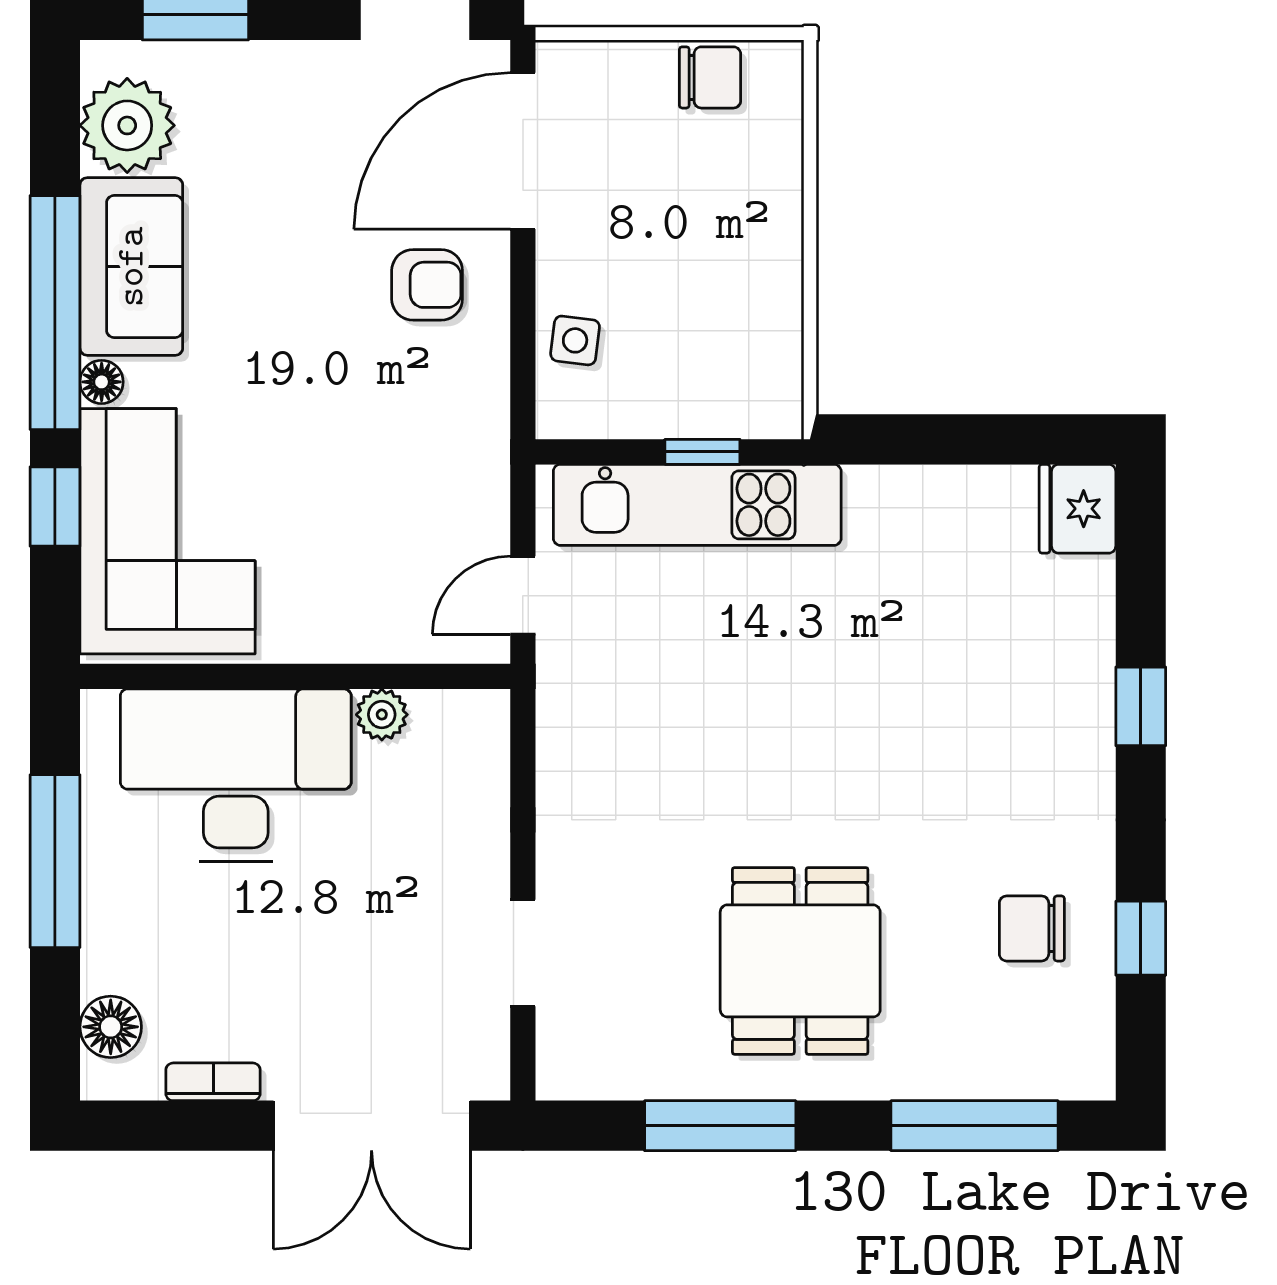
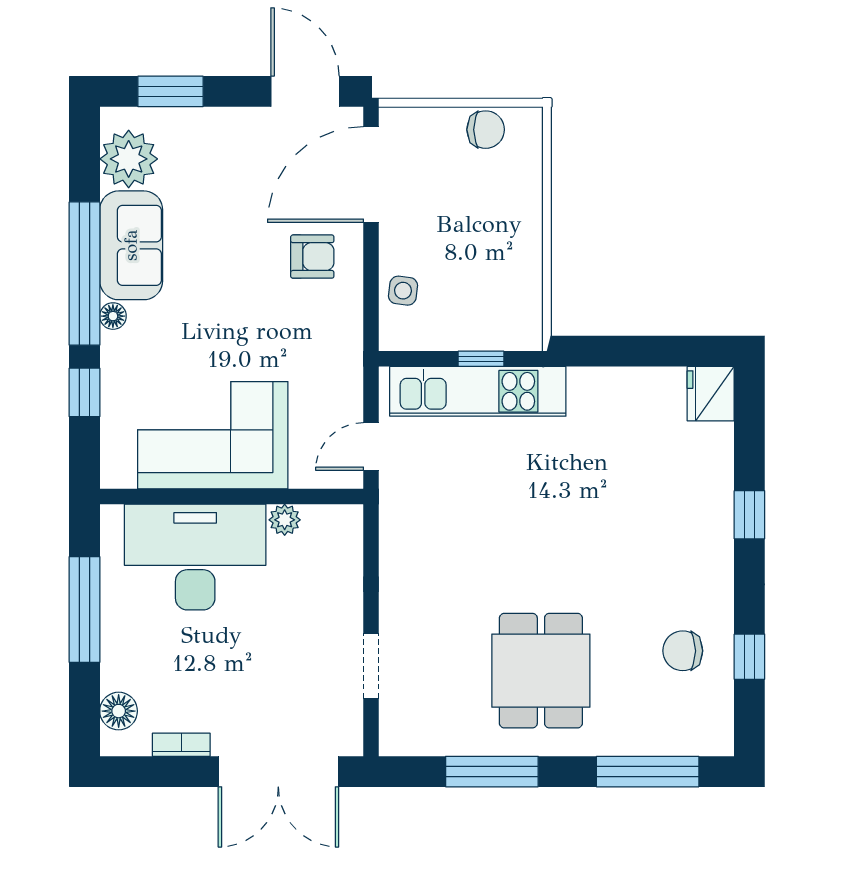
corner sofa: (167, 531) -> (213, 435), moved, turned -90

